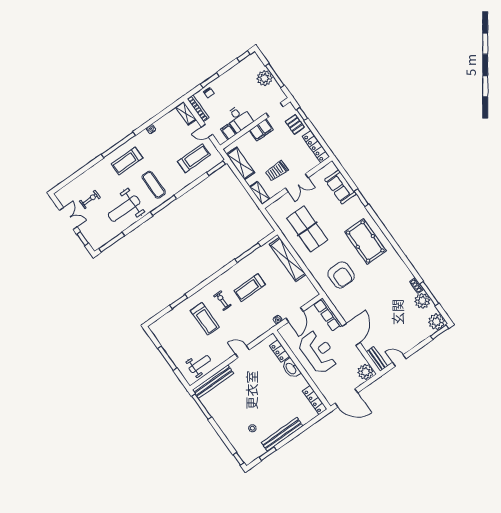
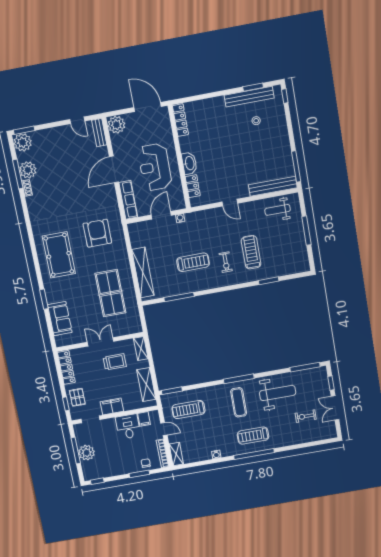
treadmill: (127, 161) -> (253, 436), turned 180
bench: (282, 434) -> (249, 97), moved

